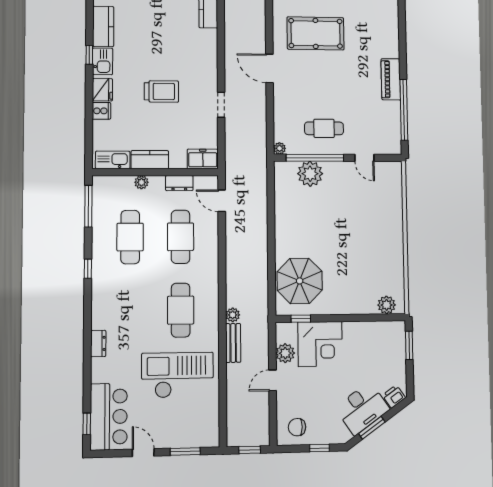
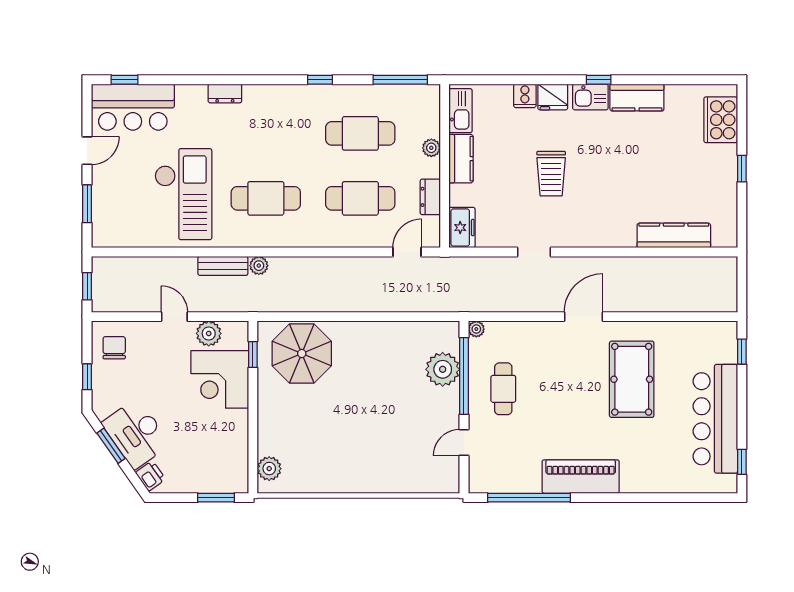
piano: (391, 79) -> (581, 477), width x1.37, depth x1.33

